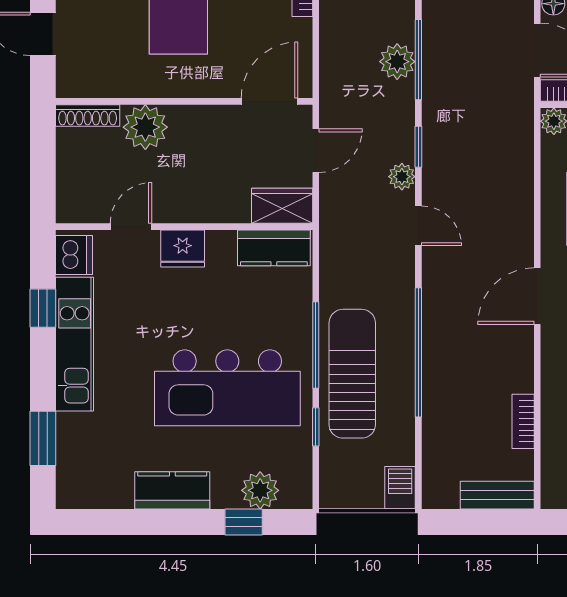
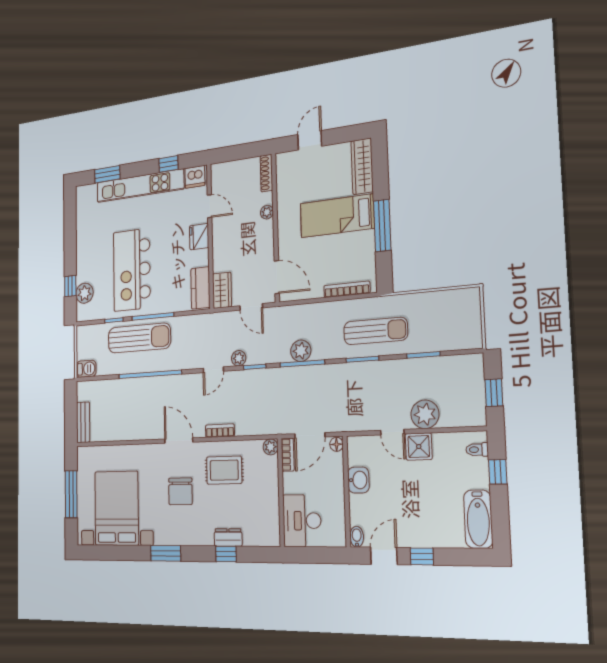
plant: (145, 127) -> (267, 212), width x0.53, depth x0.53
kitchen unit: (75, 344) -> (140, 186), width x1.36
bookcase: (523, 421) -> (220, 431), moved
kitchen counter: (172, 490) -> (84, 246), removed

